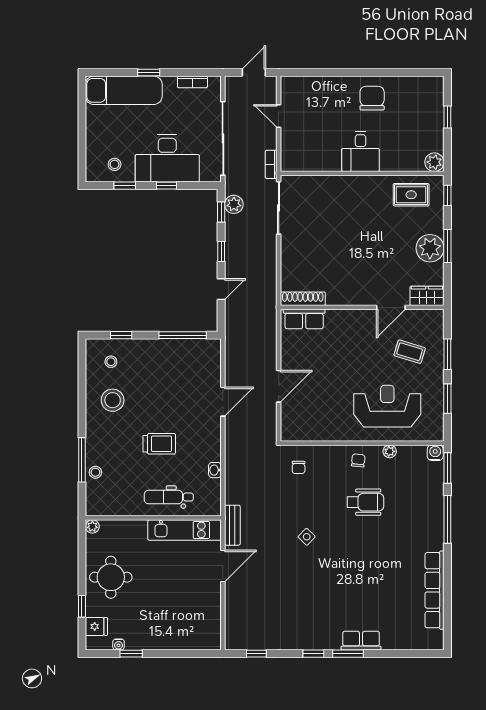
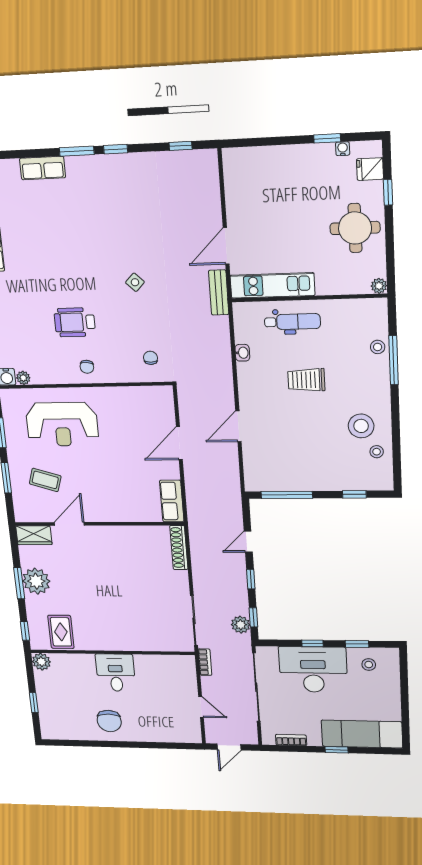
rug: (411, 195) -> (61, 632), turned 90
shoe rack: (303, 299) -> (179, 548), moved, turned 90
row of seats: (304, 319) -> (172, 501), moved, turned -90
stool: (111, 362) -> (377, 452), moved
plant: (390, 451) -> (23, 378), moved
row of seats: (361, 641) -> (43, 168), moved

